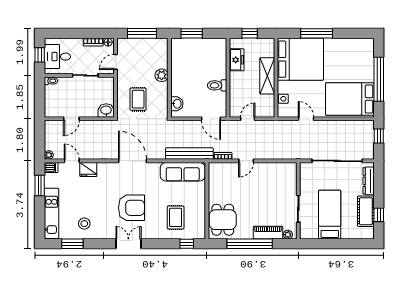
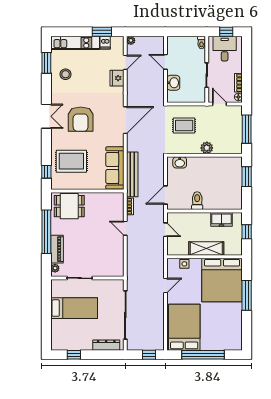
washbasin: (106, 110) -> (173, 83), moved
dishwasher: (51, 167) -> (105, 43), moved
cot: (366, 211) -> (77, 342), removed
rug: (176, 217) -> (71, 161), width x1.36, depth x1.43

